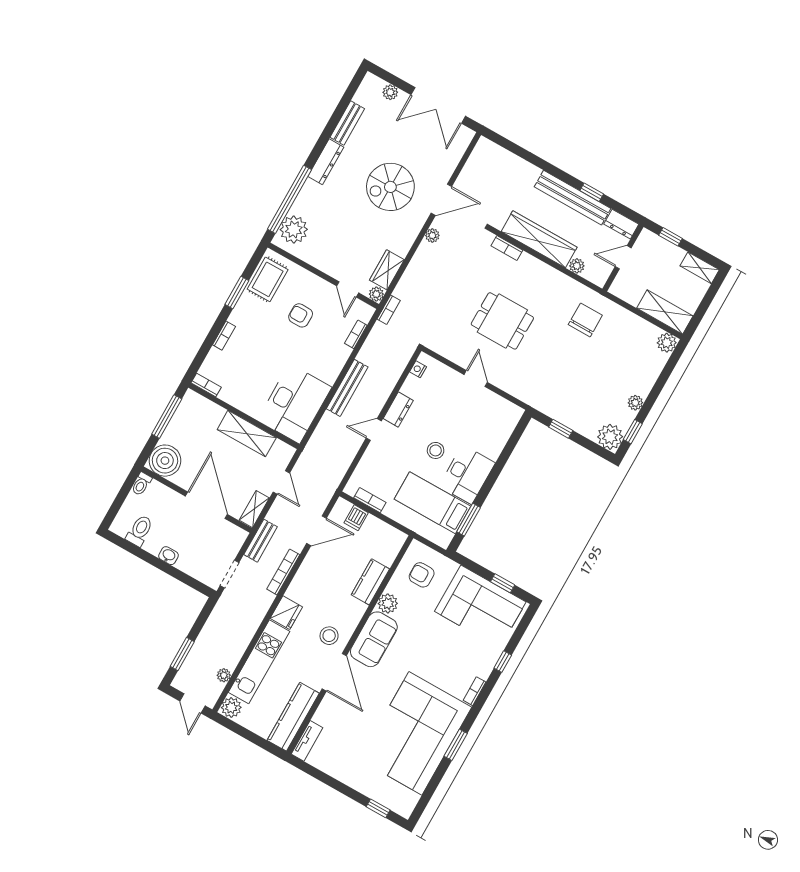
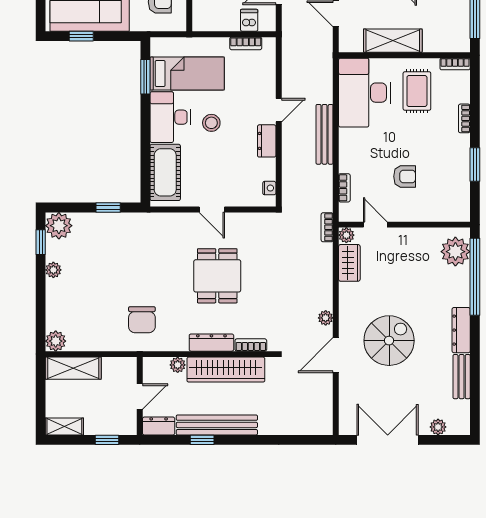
dresser: (538, 268) -> (211, 343), added
rug: (268, 279) -> (417, 91), moved
dining table: (502, 321) -> (217, 276), turned 90
cot: (497, 431) -> (165, 172), added

